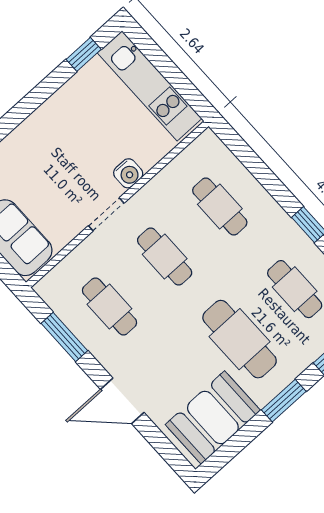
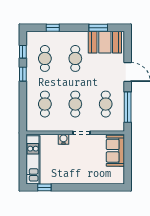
window: (64, 337) -> (128, 107), width x1.44
cafe table: (240, 339) -> (75, 58), width x0.73, depth x0.74
window: (284, 401) -> (98, 28), moved

